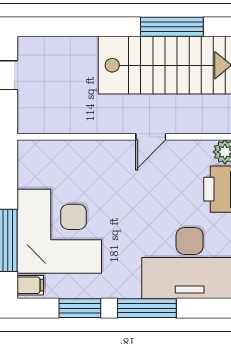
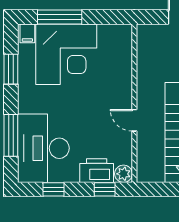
window: (147, 308) -> (11, 135), moved

